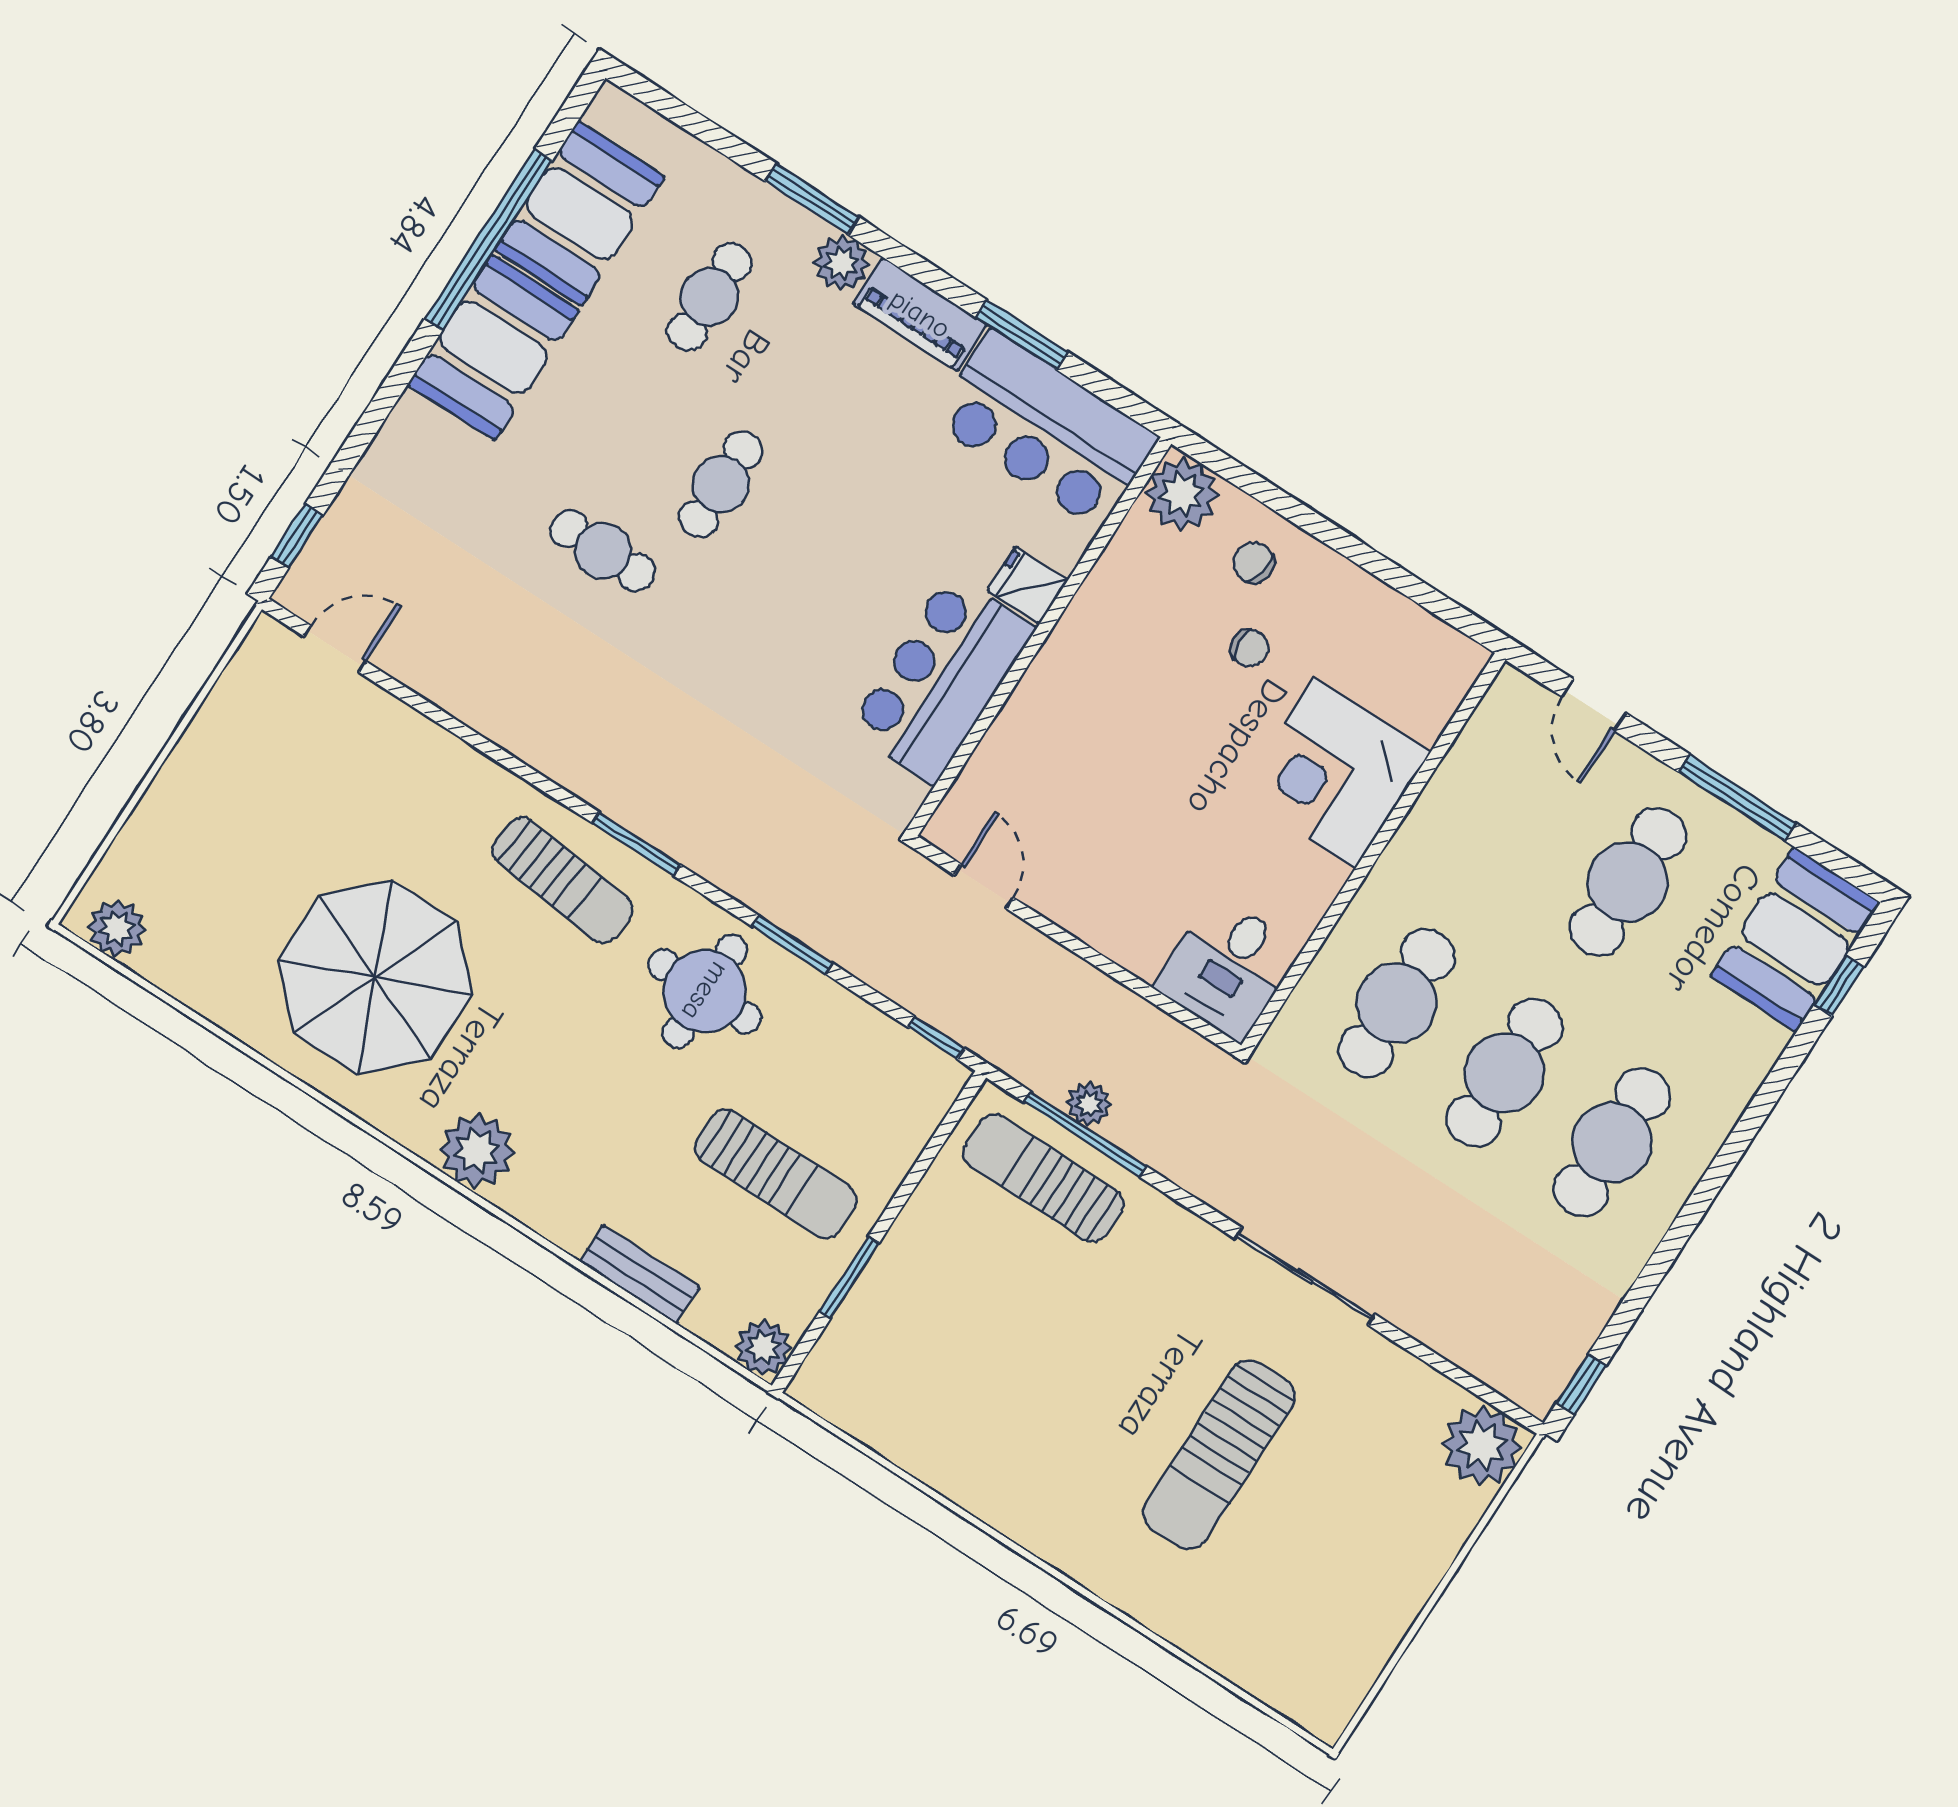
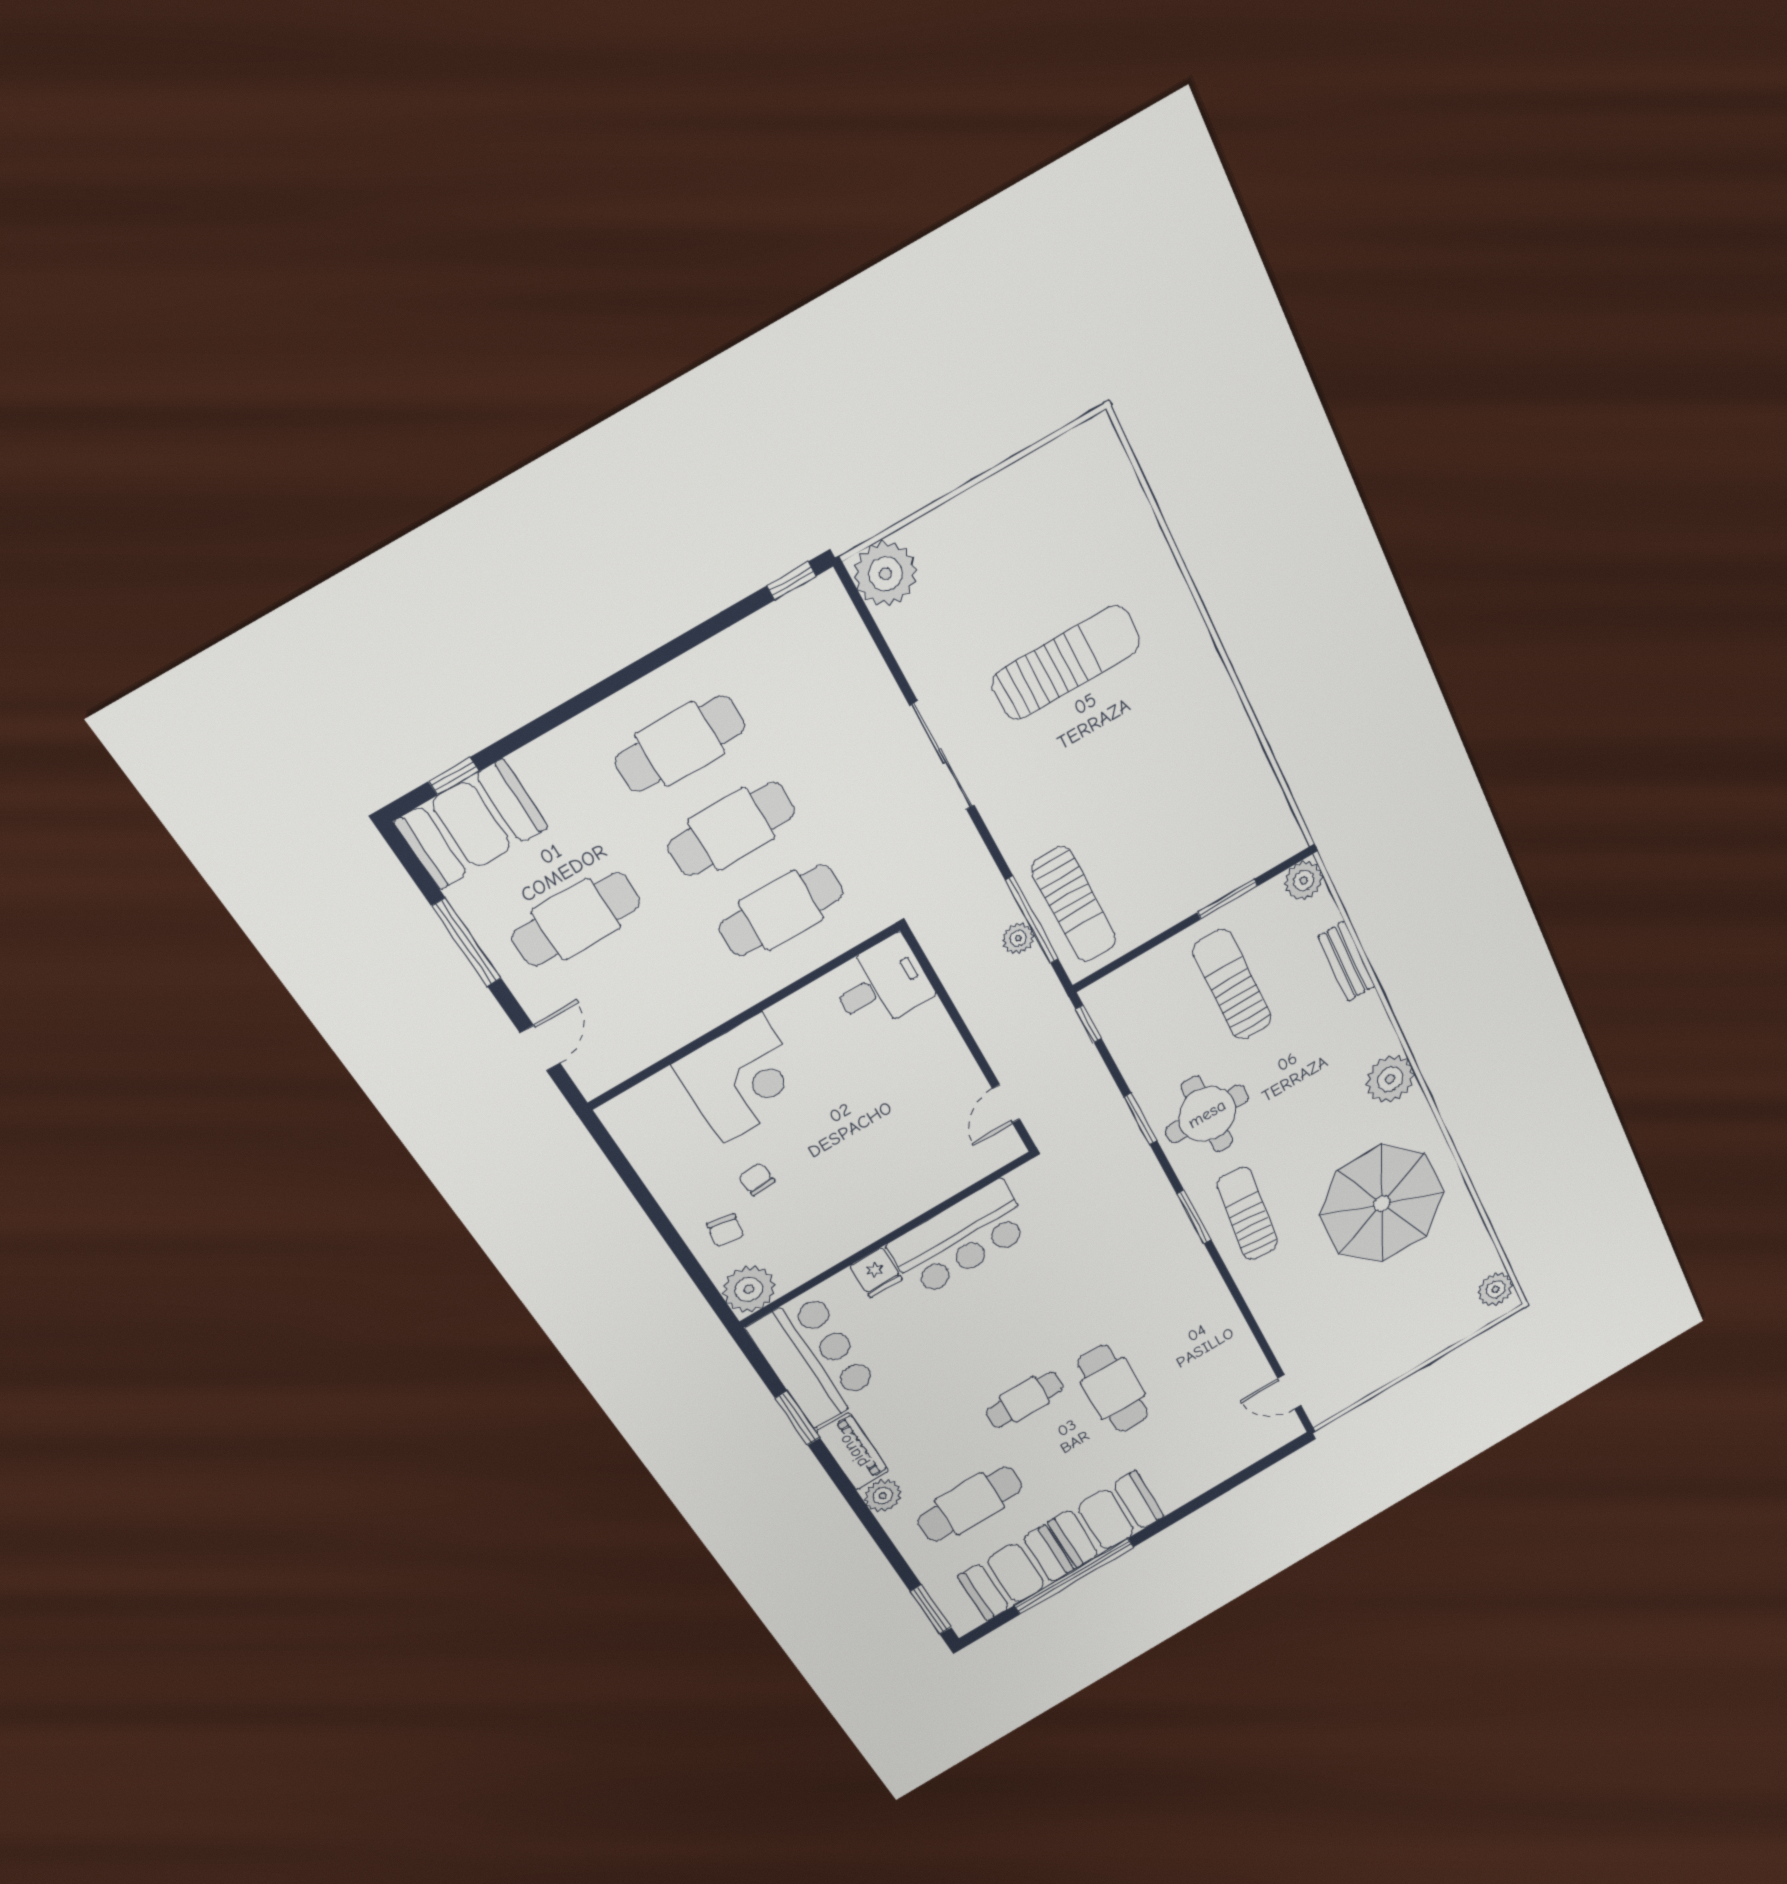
window: (812, 199) -> (931, 1610), moved
cafe table: (710, 297) -> (970, 1504), width x1.37, depth x1.35
window: (297, 536) -> (1271, 1459), removed
cafe table: (603, 551) -> (1113, 1388), width x1.37, depth x1.35

